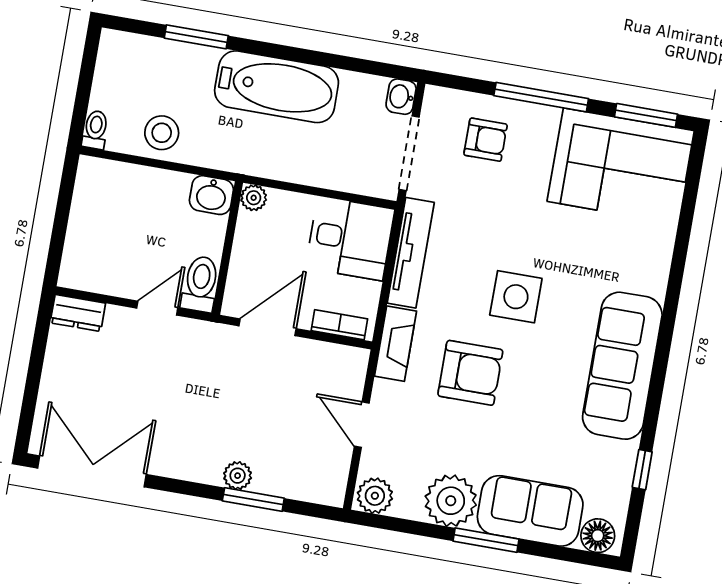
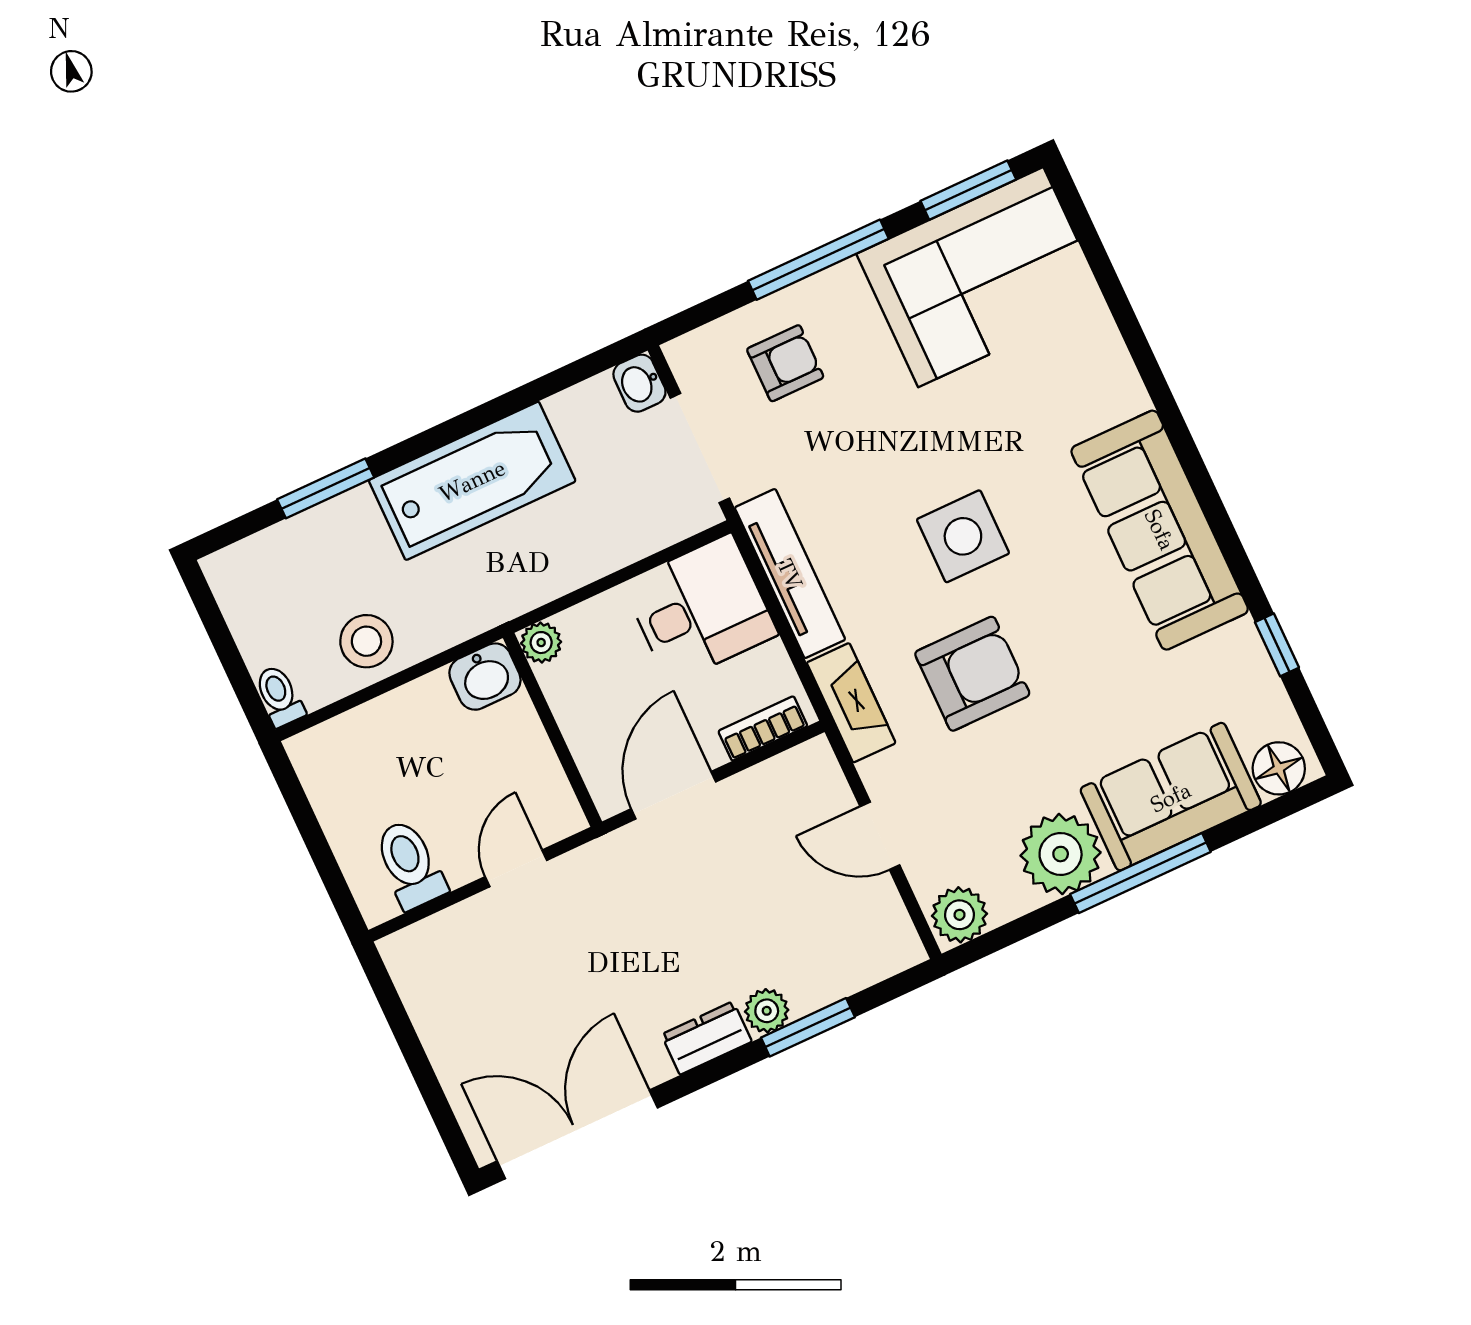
toilet: (200, 284) -> (410, 864), moved
dresser: (78, 313) -> (707, 1038), moved, turned 180
window: (486, 540) -> (1140, 873), width x1.44

